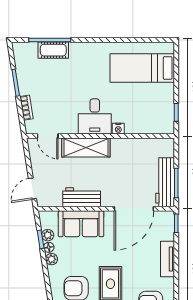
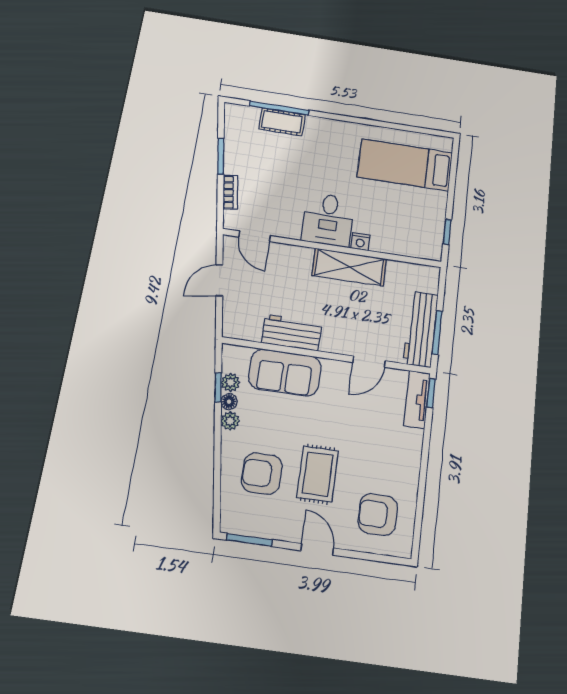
shelving: (86, 147) -> (349, 267), moved
door: (32, 189) -> (219, 280), moved
door: (134, 209) -> (369, 362), width x0.53
tv unit: (168, 259) -> (417, 399), moved

